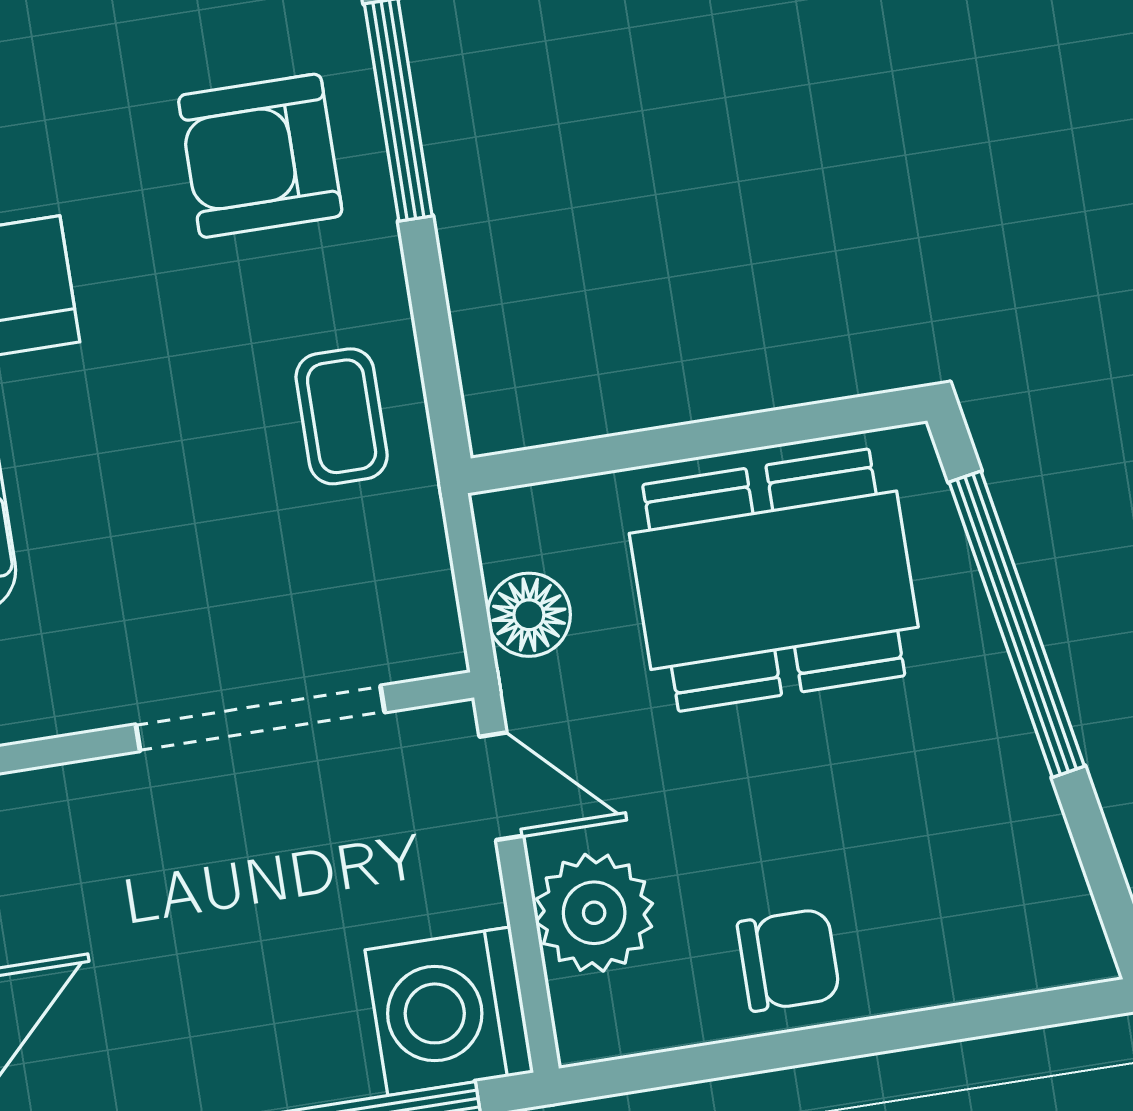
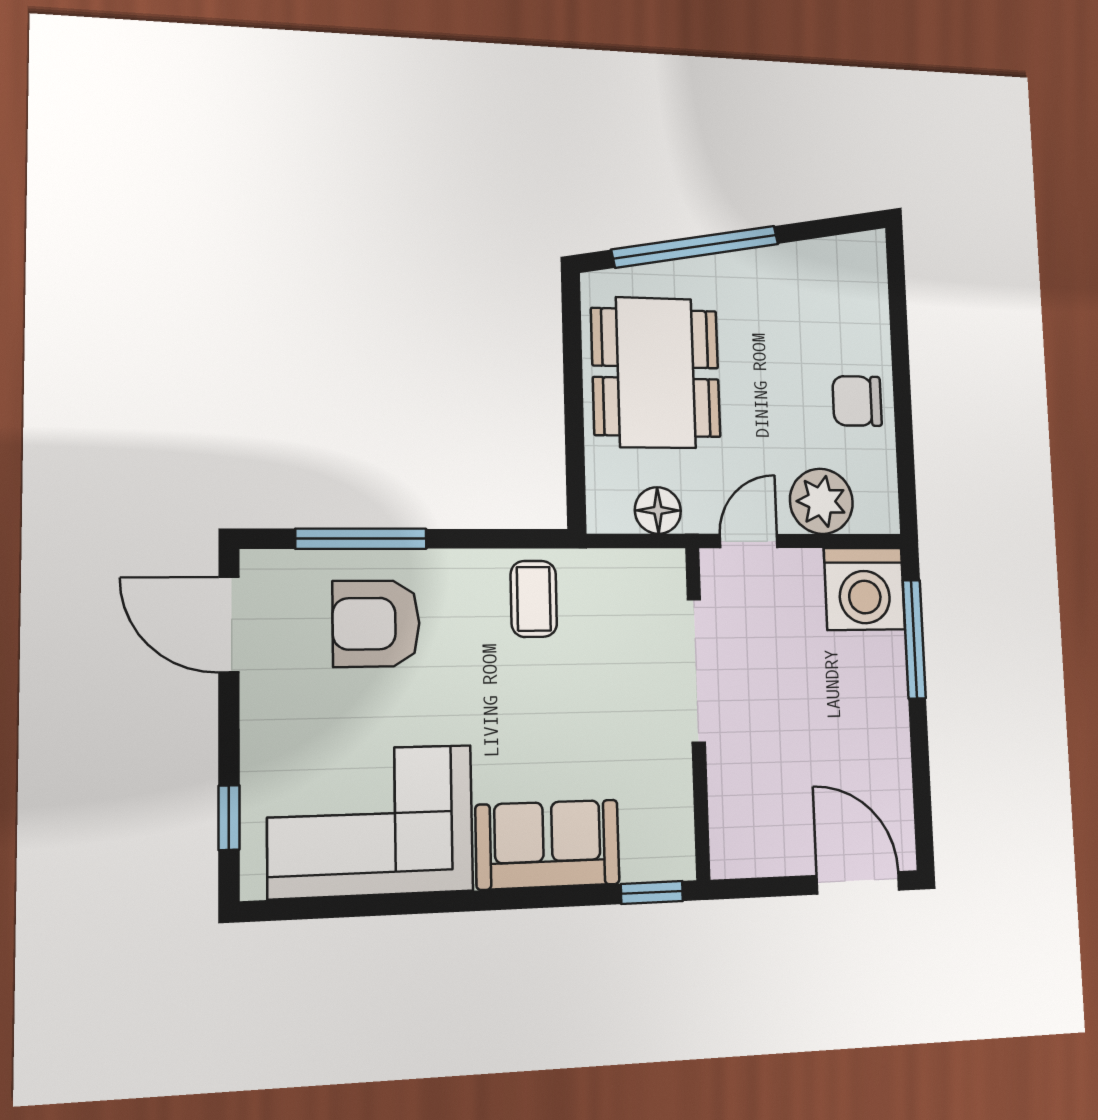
armchair: (260, 156) -> (376, 624), turned 90
coffee table: (342, 416) -> (534, 599), turned 90
chair: (789, 960) -> (857, 401), turned -90

